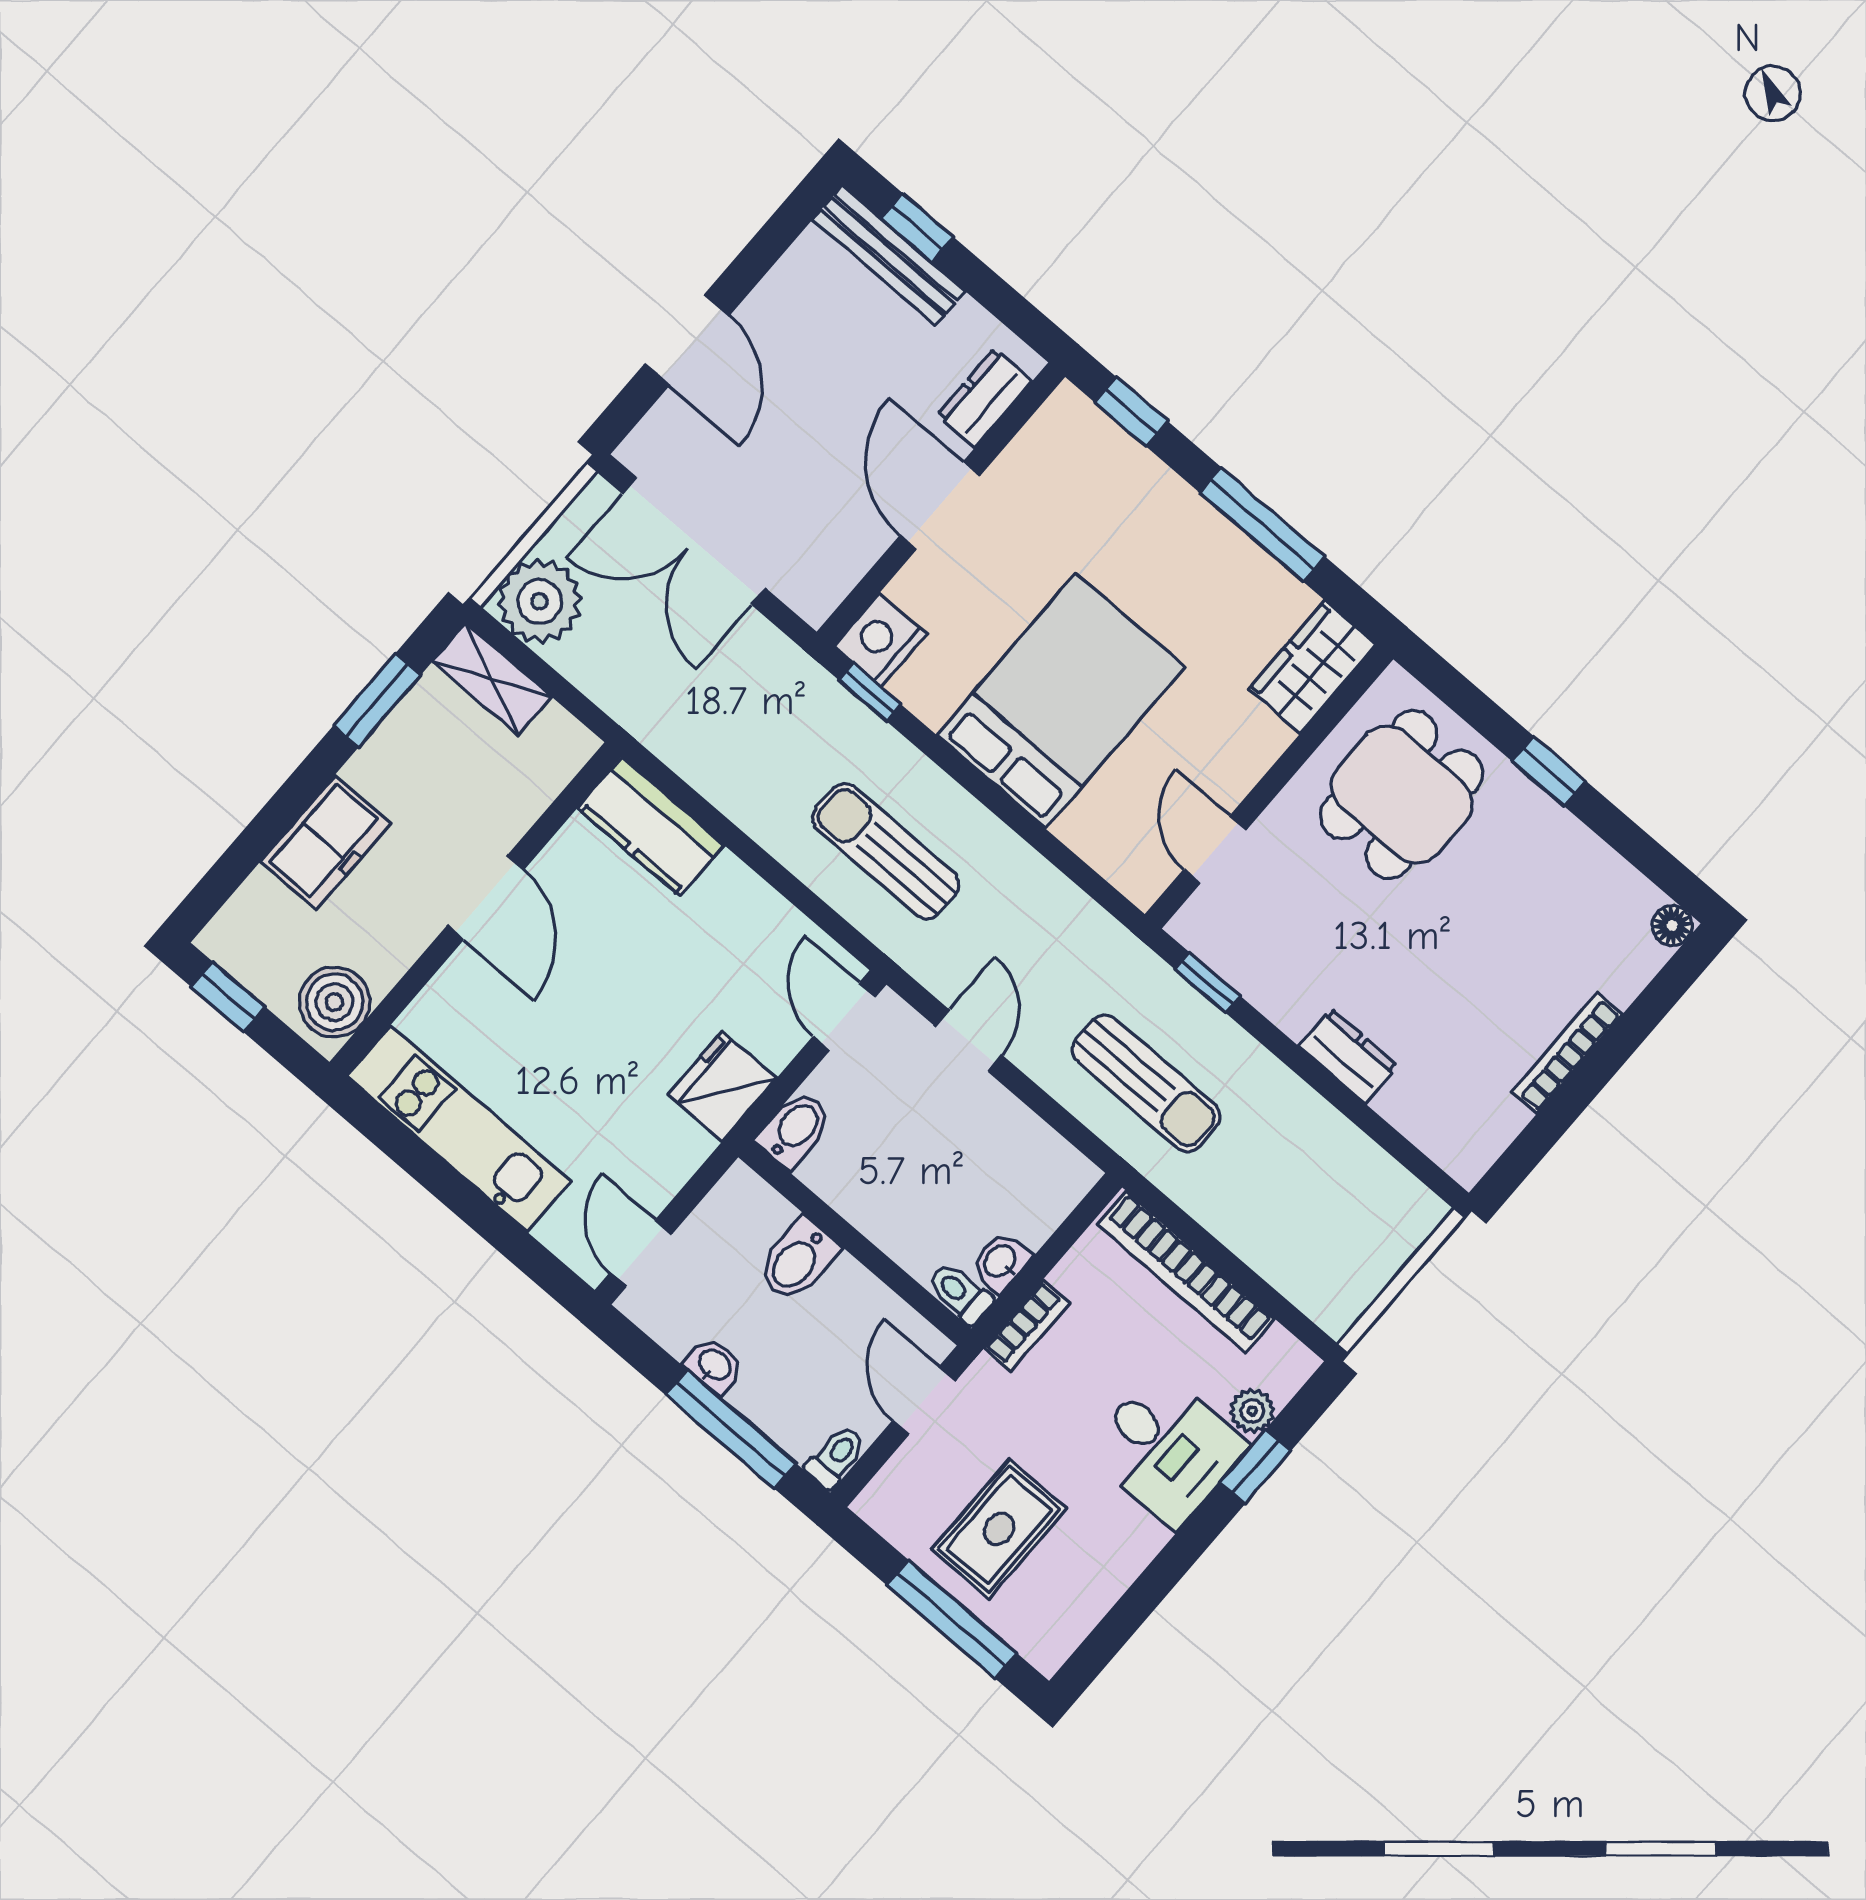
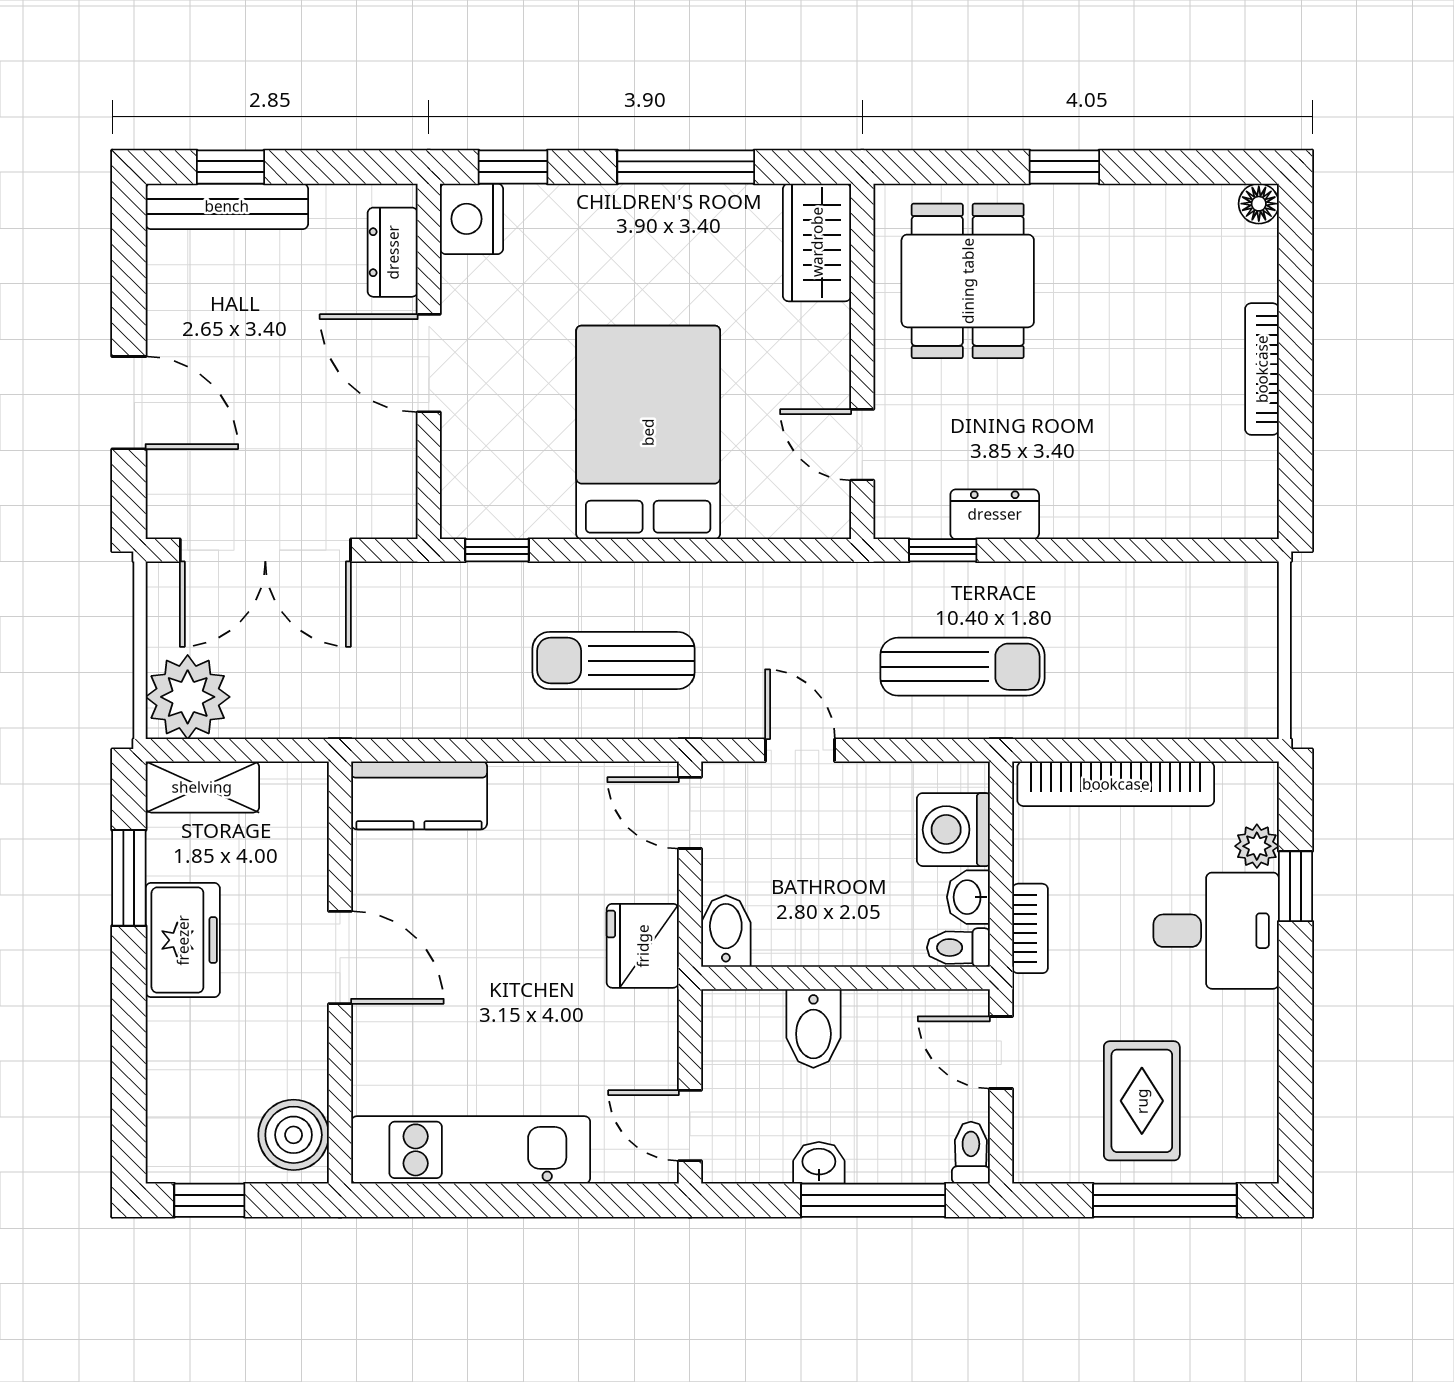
nightstand: (880, 640) -> (472, 219), moved
freezer: (326, 843) -> (183, 940), moved
dresser: (1348, 1056) -> (995, 514), moved
washing machine: (1033, 1201) -> (953, 830), added

